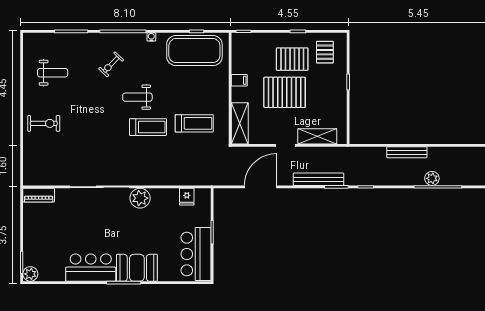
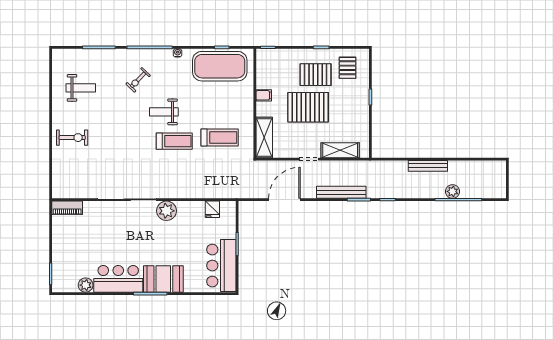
plant: (30, 274) -> (86, 285), moved

